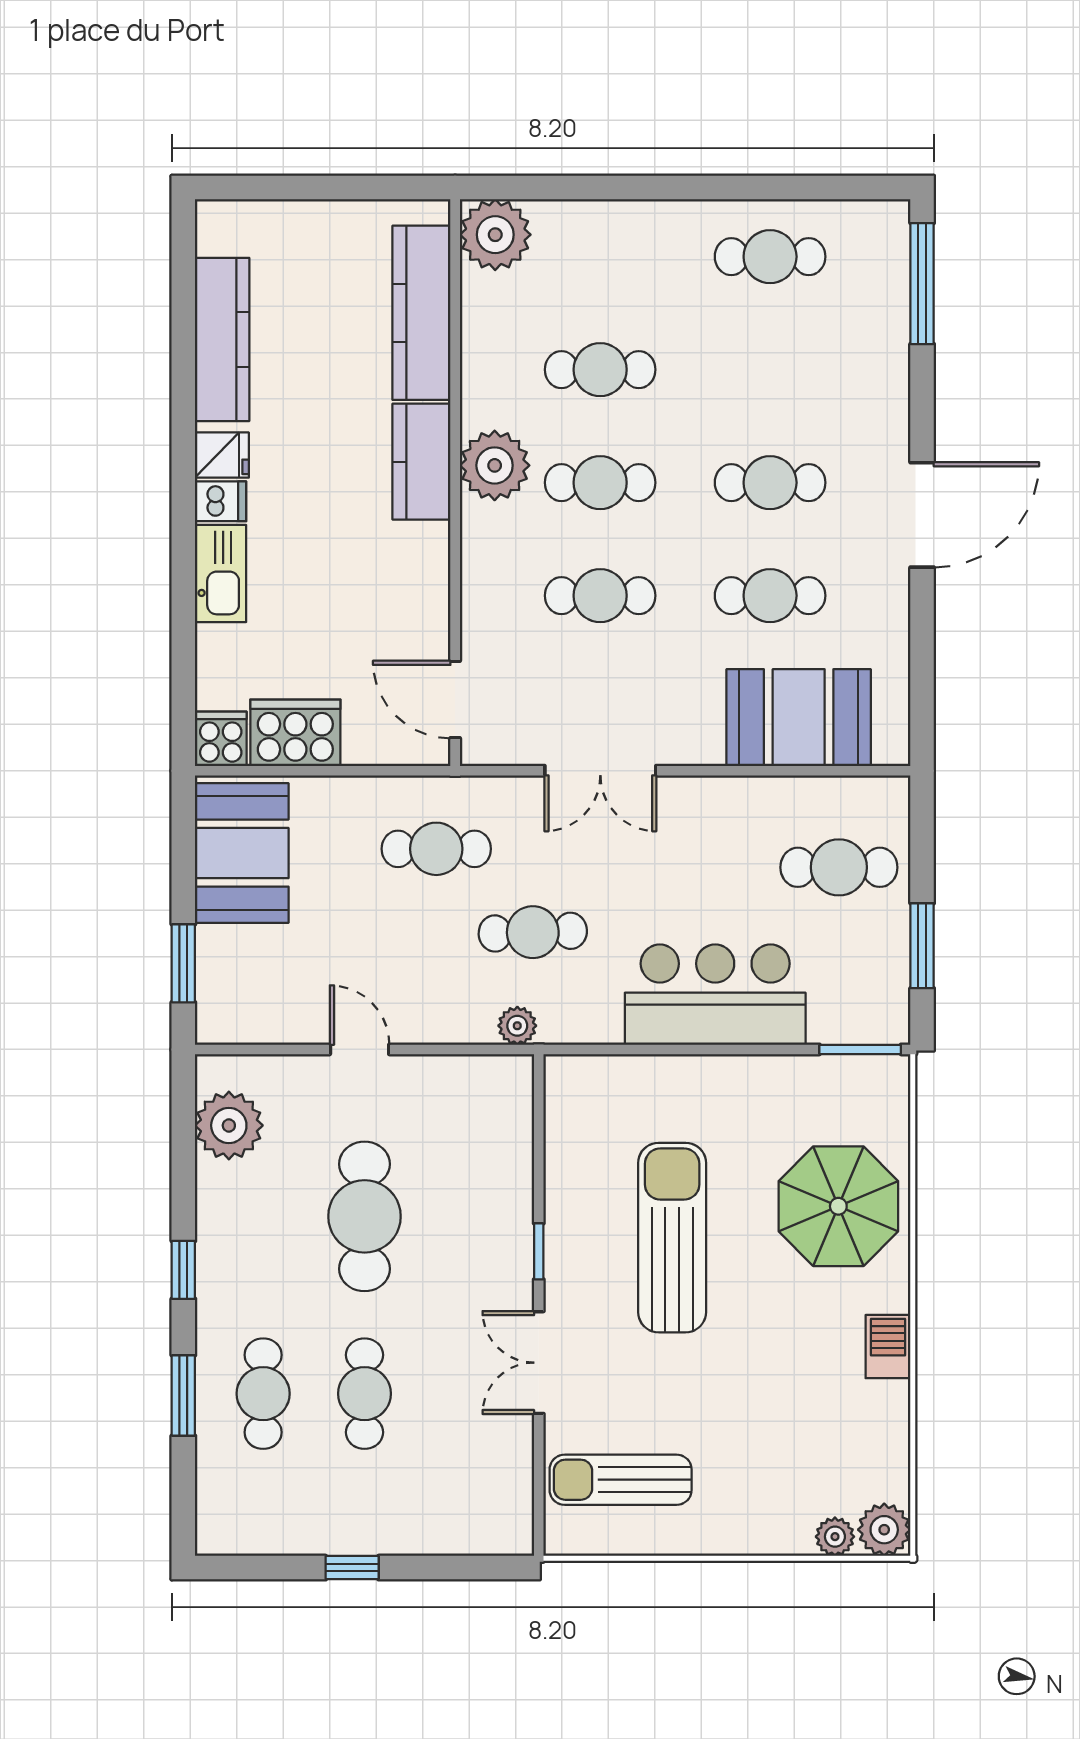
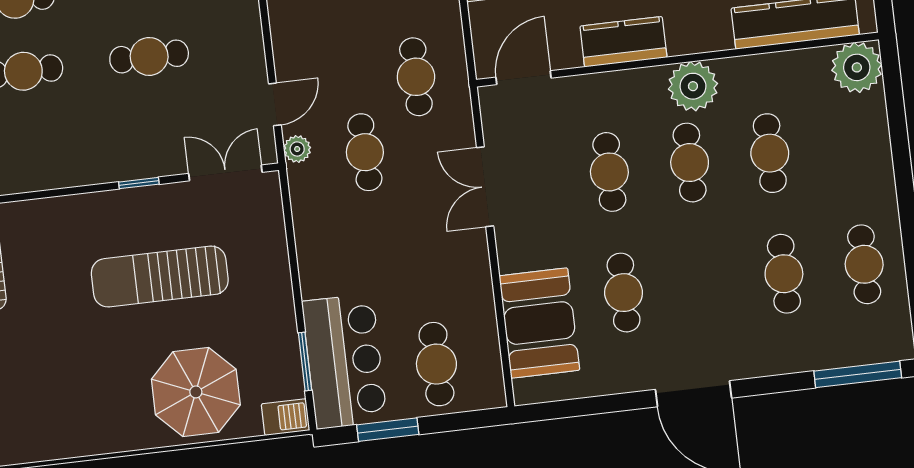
kitchen counter: (421, 462) -> (623, 42), moved
cafe table: (770, 483) -> (784, 274), moved
bar counter: (715, 995) -> (344, 361), moved
door: (360, 1049) -> (275, 104), moved
window: (860, 1049) -> (305, 361), moved
cafe table: (365, 1216) -> (149, 56), width x0.73, depth x0.74
sun lounger: (672, 1238) -> (160, 277), turned 180
barbecue: (888, 1347) -> (285, 417), moved
double door: (539, 1363) -> (225, 173), moved

